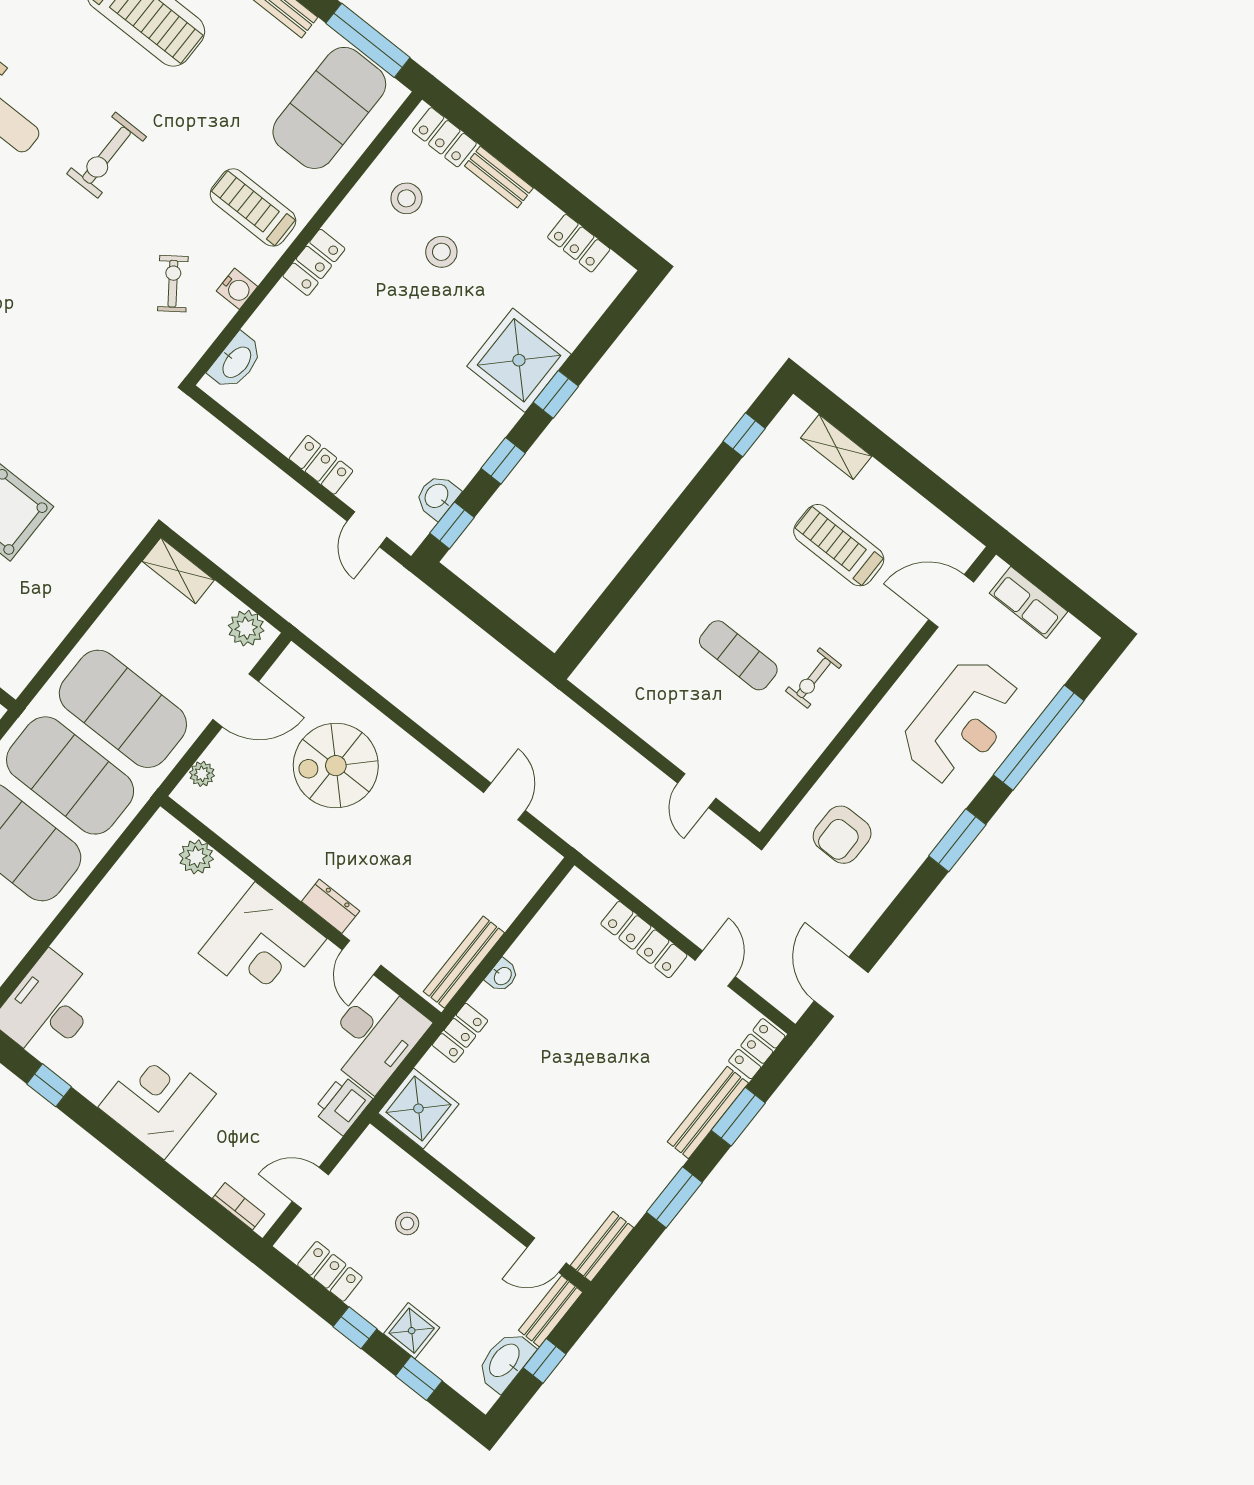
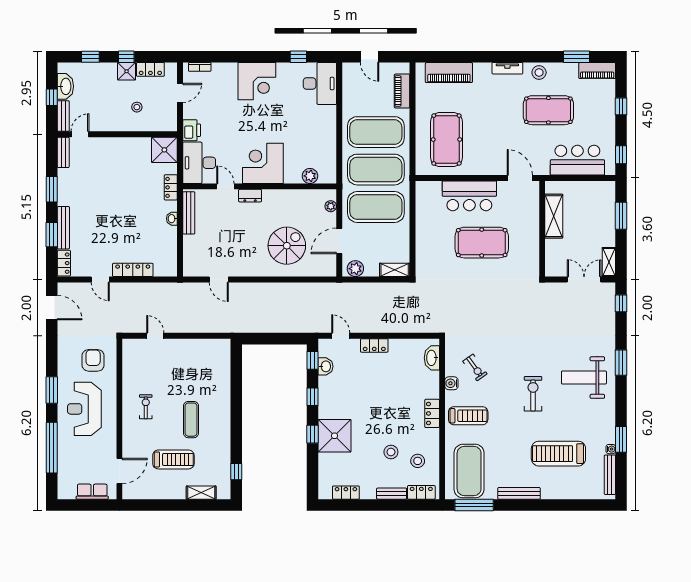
exercise mat: (738, 655) -> (191, 420), moved, turned 90
reception desk: (962, 722) -> (84, 409), moved
shower: (412, 1331) -> (127, 71), moved

